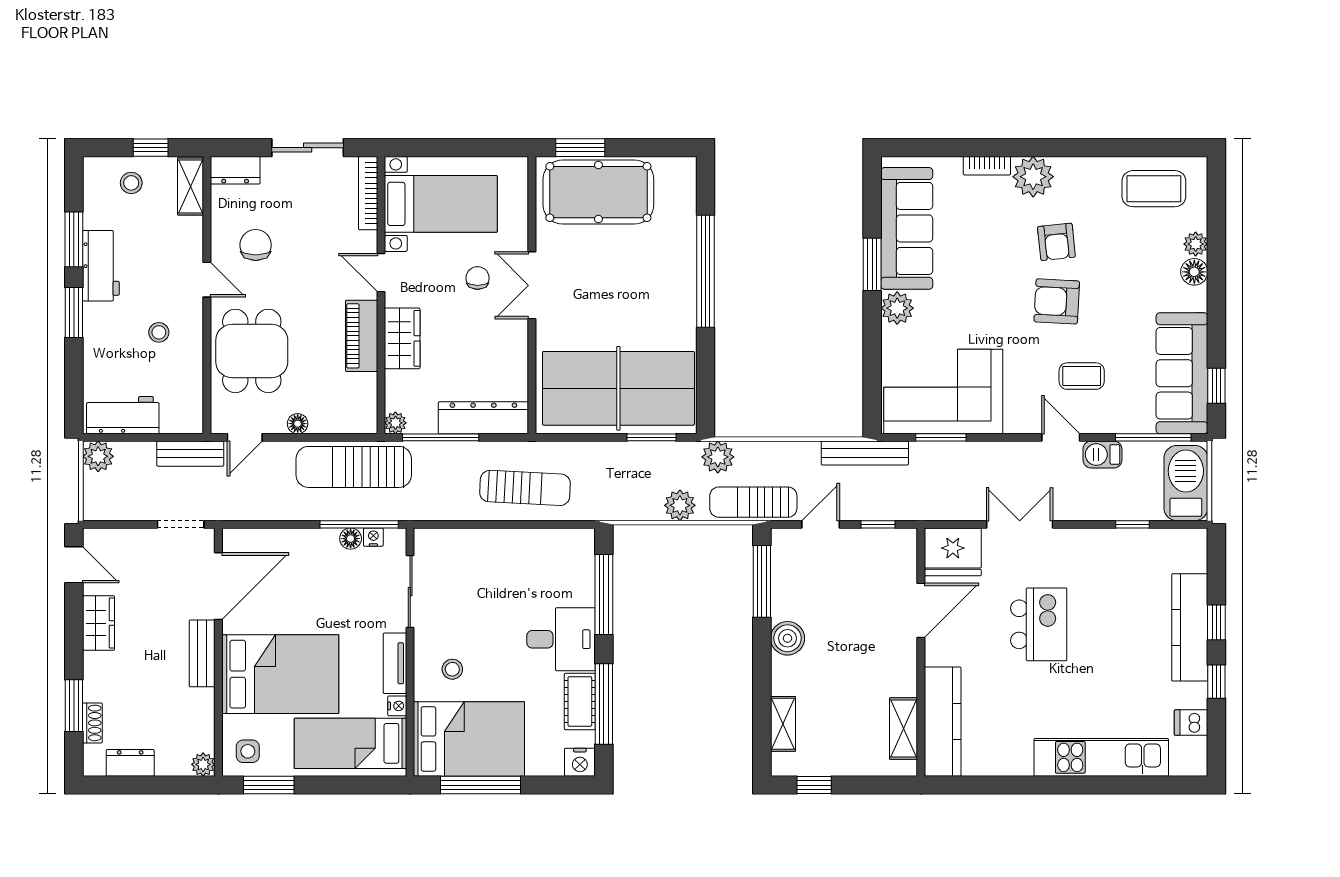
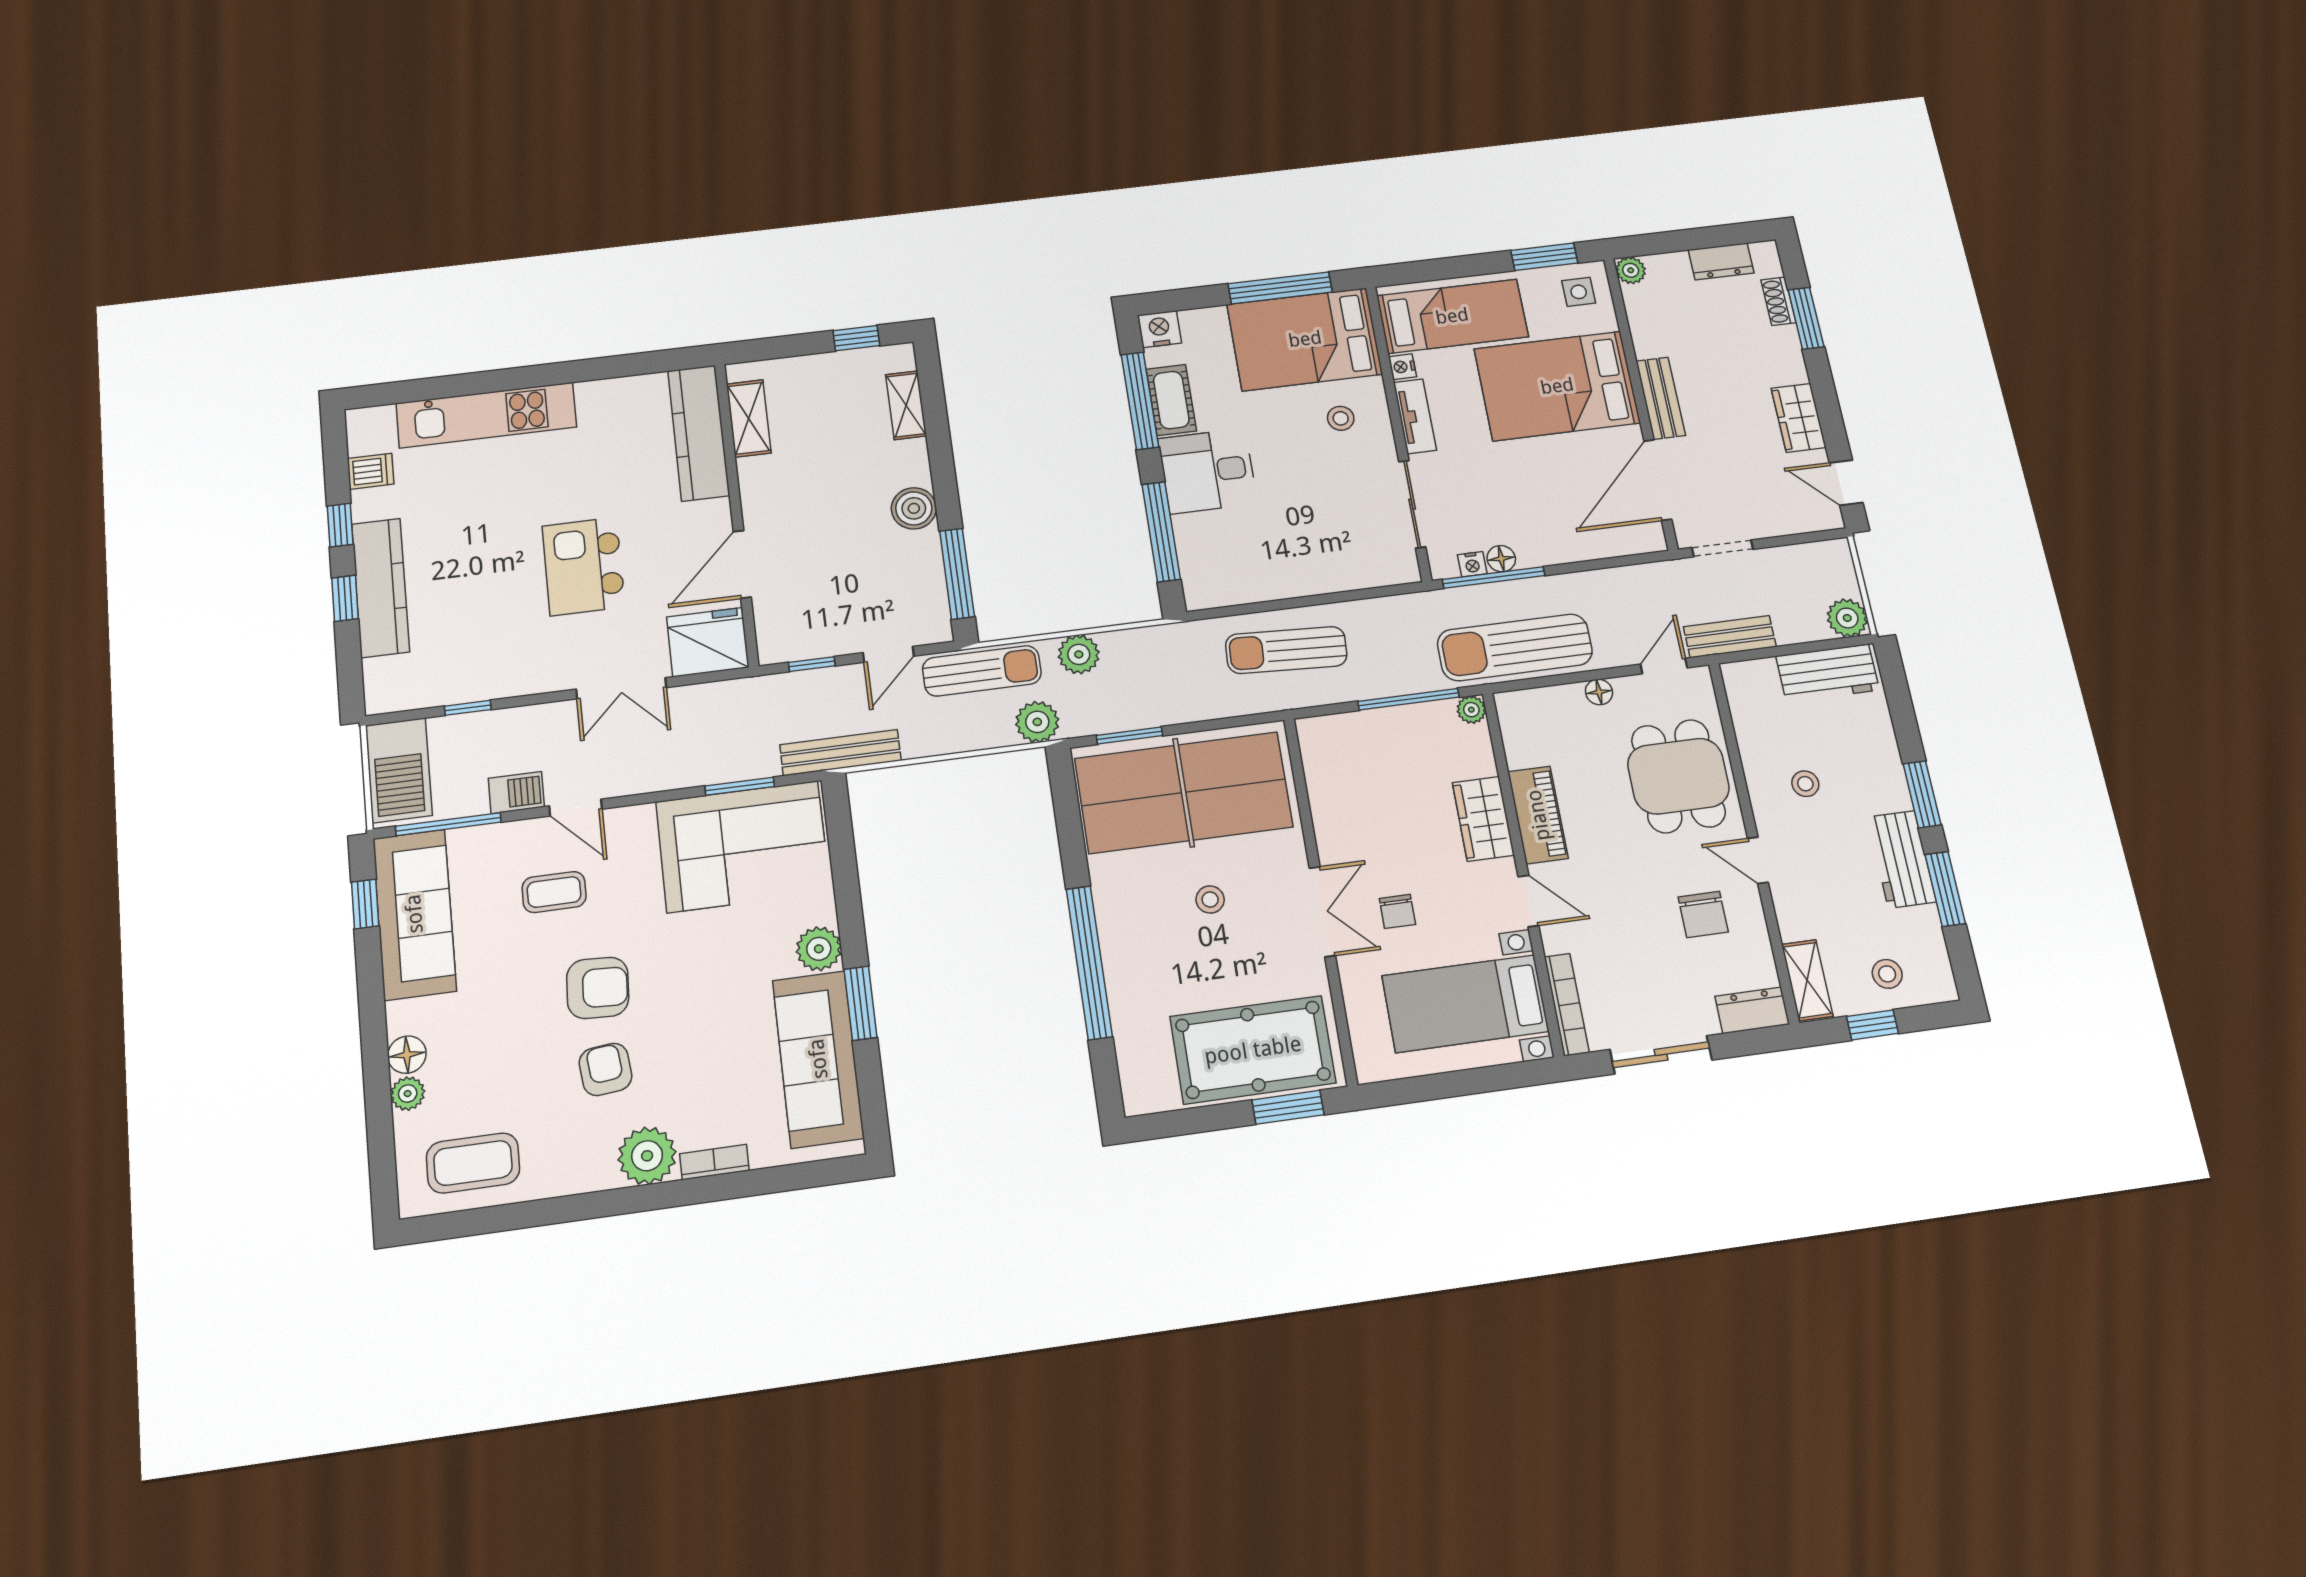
stool: (612, 306) -> (1210, 899), added
dresser: (483, 418) -> (1357, 731), removed
sun lounger: (354, 467) -> (1515, 647), turned 180

